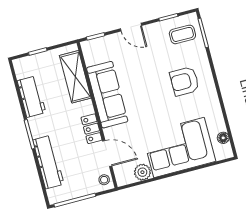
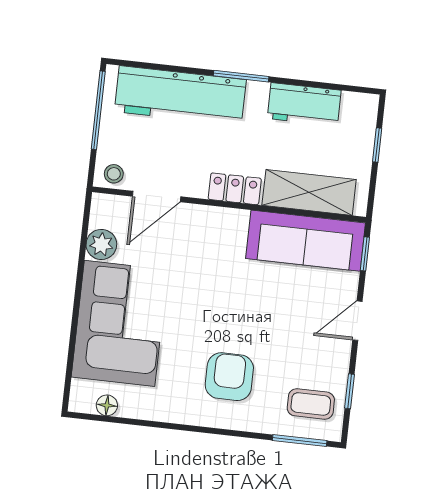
coffee table: (182, 34) -> (311, 404), turned 90
sofa: (107, 95) -> (306, 241), moved
locker: (92, 129) -> (235, 189), moved
workbench: (48, 162) -> (180, 96), width x1.36, depth x1.32

